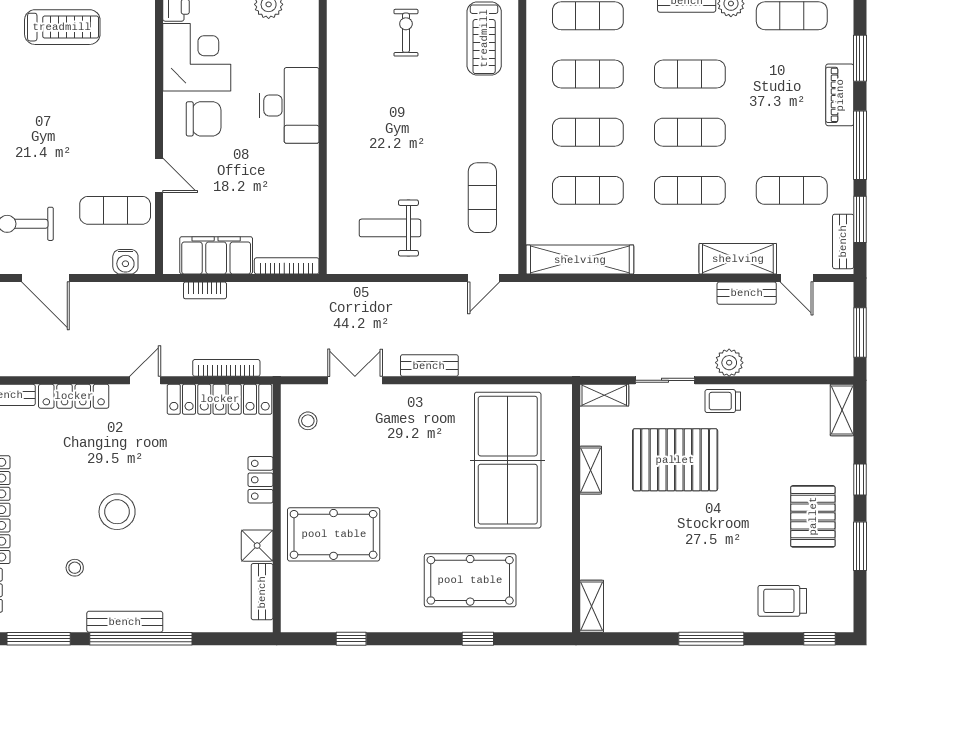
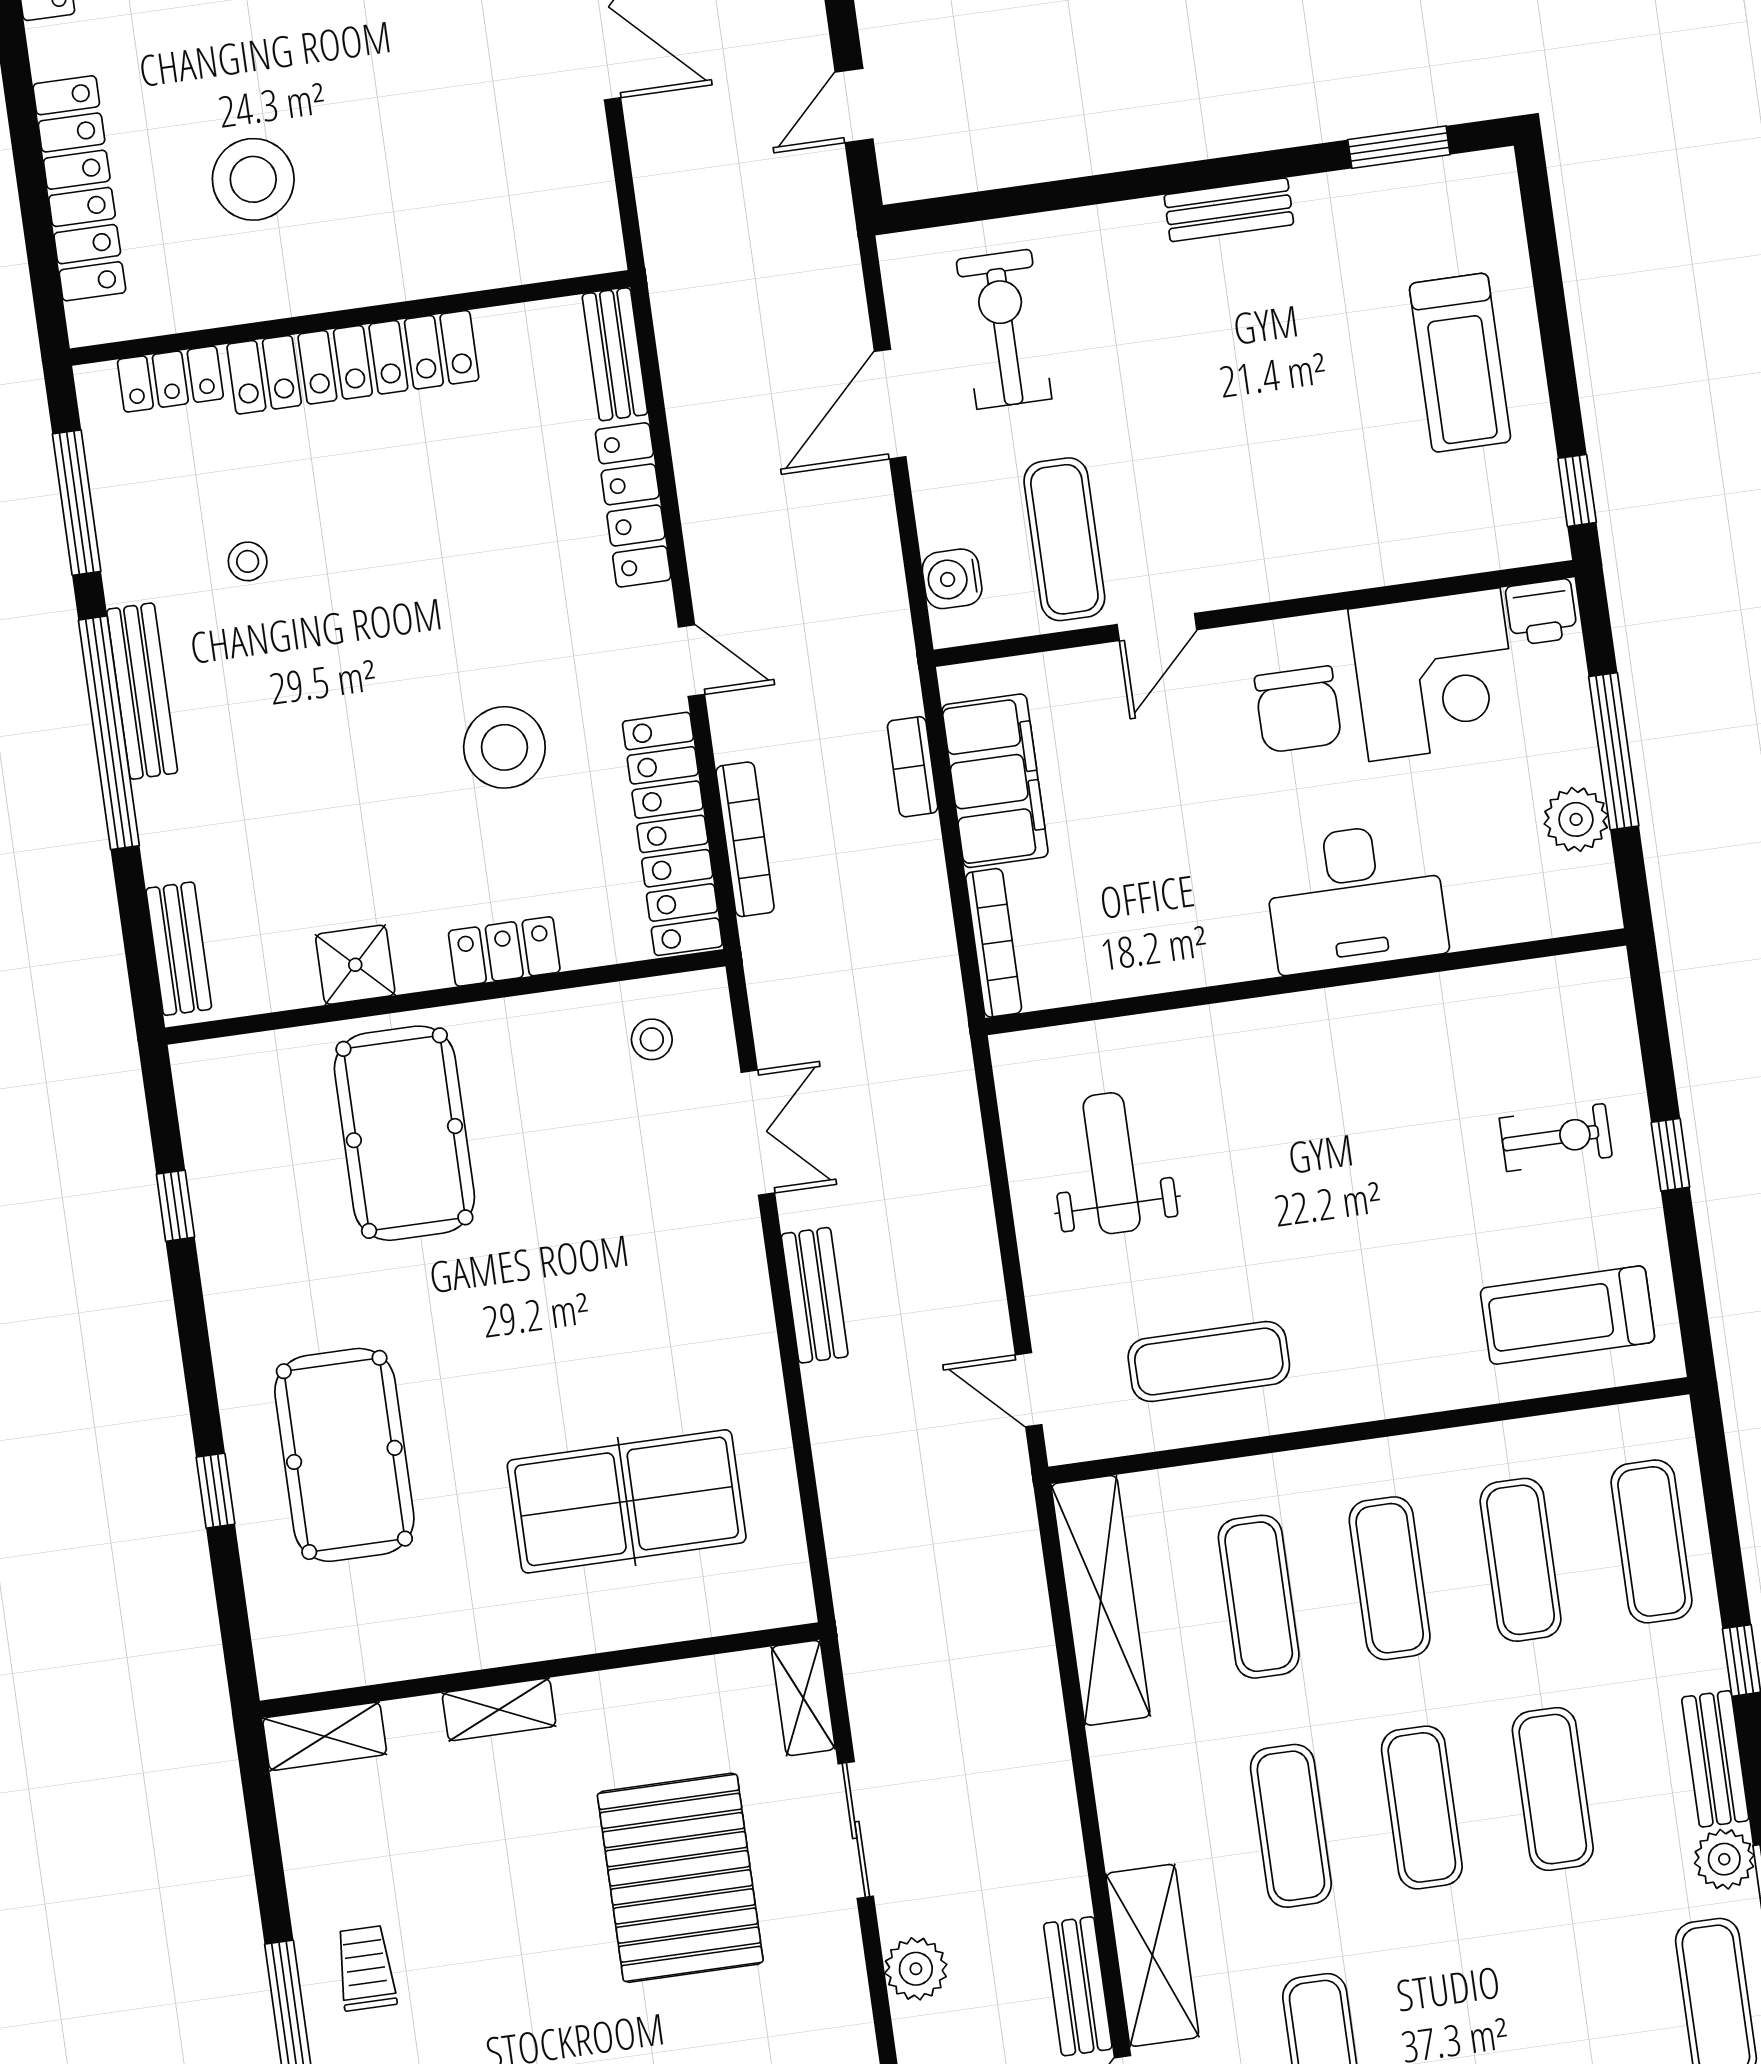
trolley: (723, 401) -> (366, 1968), moved
table tennis table: (508, 460) -> (627, 1501), width x0.73, depth x0.76
shelving: (591, 470) -> (499, 1710), moved
stool: (117, 512) -> (504, 747), moved
bench: (262, 592) -> (179, 949), moved, turned 90

